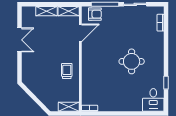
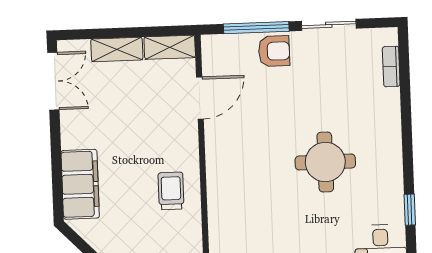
armchair: (95, 14) -> (274, 51), moved
double door: (20, 40) -> (53, 81), moved
filing cabinet: (29, 67) -> (80, 184), added

